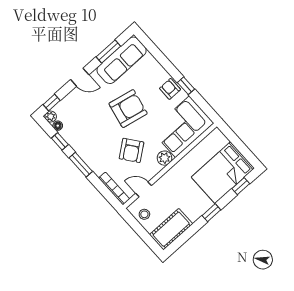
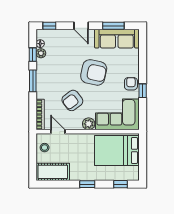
plant: (51, 117) -> (41, 53), moved
bed: (223, 173) -> (117, 150), moved

